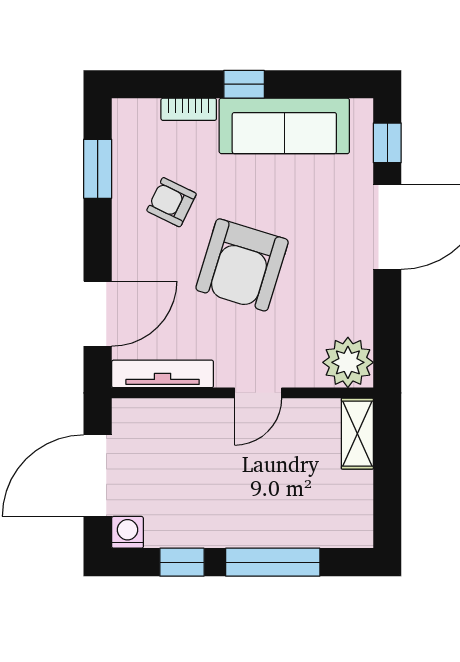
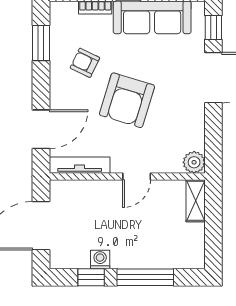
plant: (348, 362) -> (194, 162), width x0.73, depth x0.73
washing machine: (128, 532) -> (100, 259), moved

